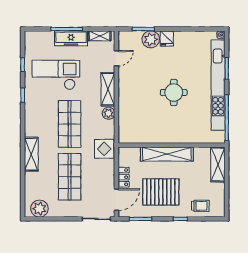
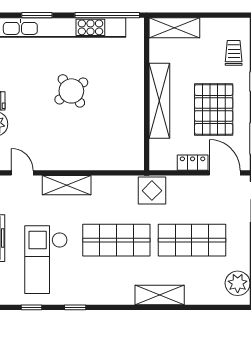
round table: (174, 93) -> (71, 91), turned -36
plant: (109, 113) -> (101, 184), removed

